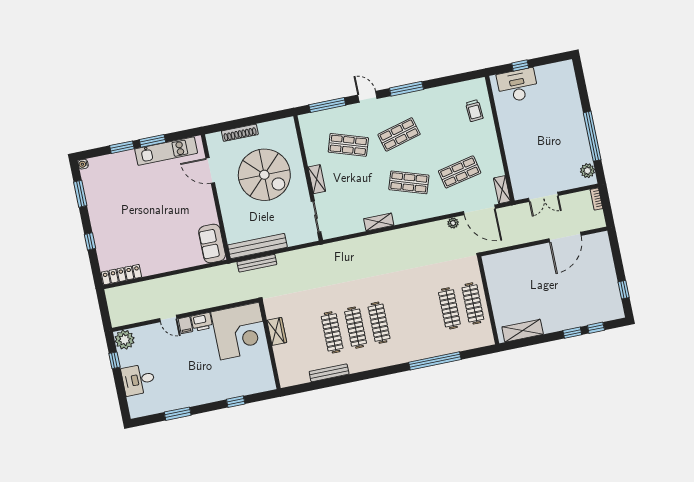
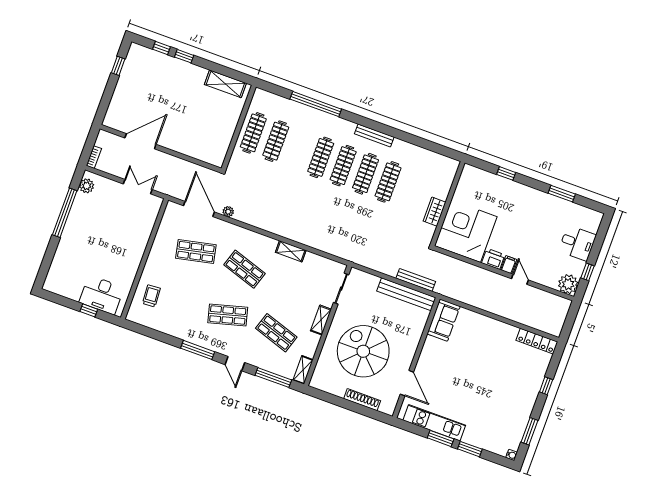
shelving: (502, 190) -> (303, 370), moved
clothes rail: (402, 318) -> (321, 157), added
bench: (329, 373) -> (374, 135), moved

